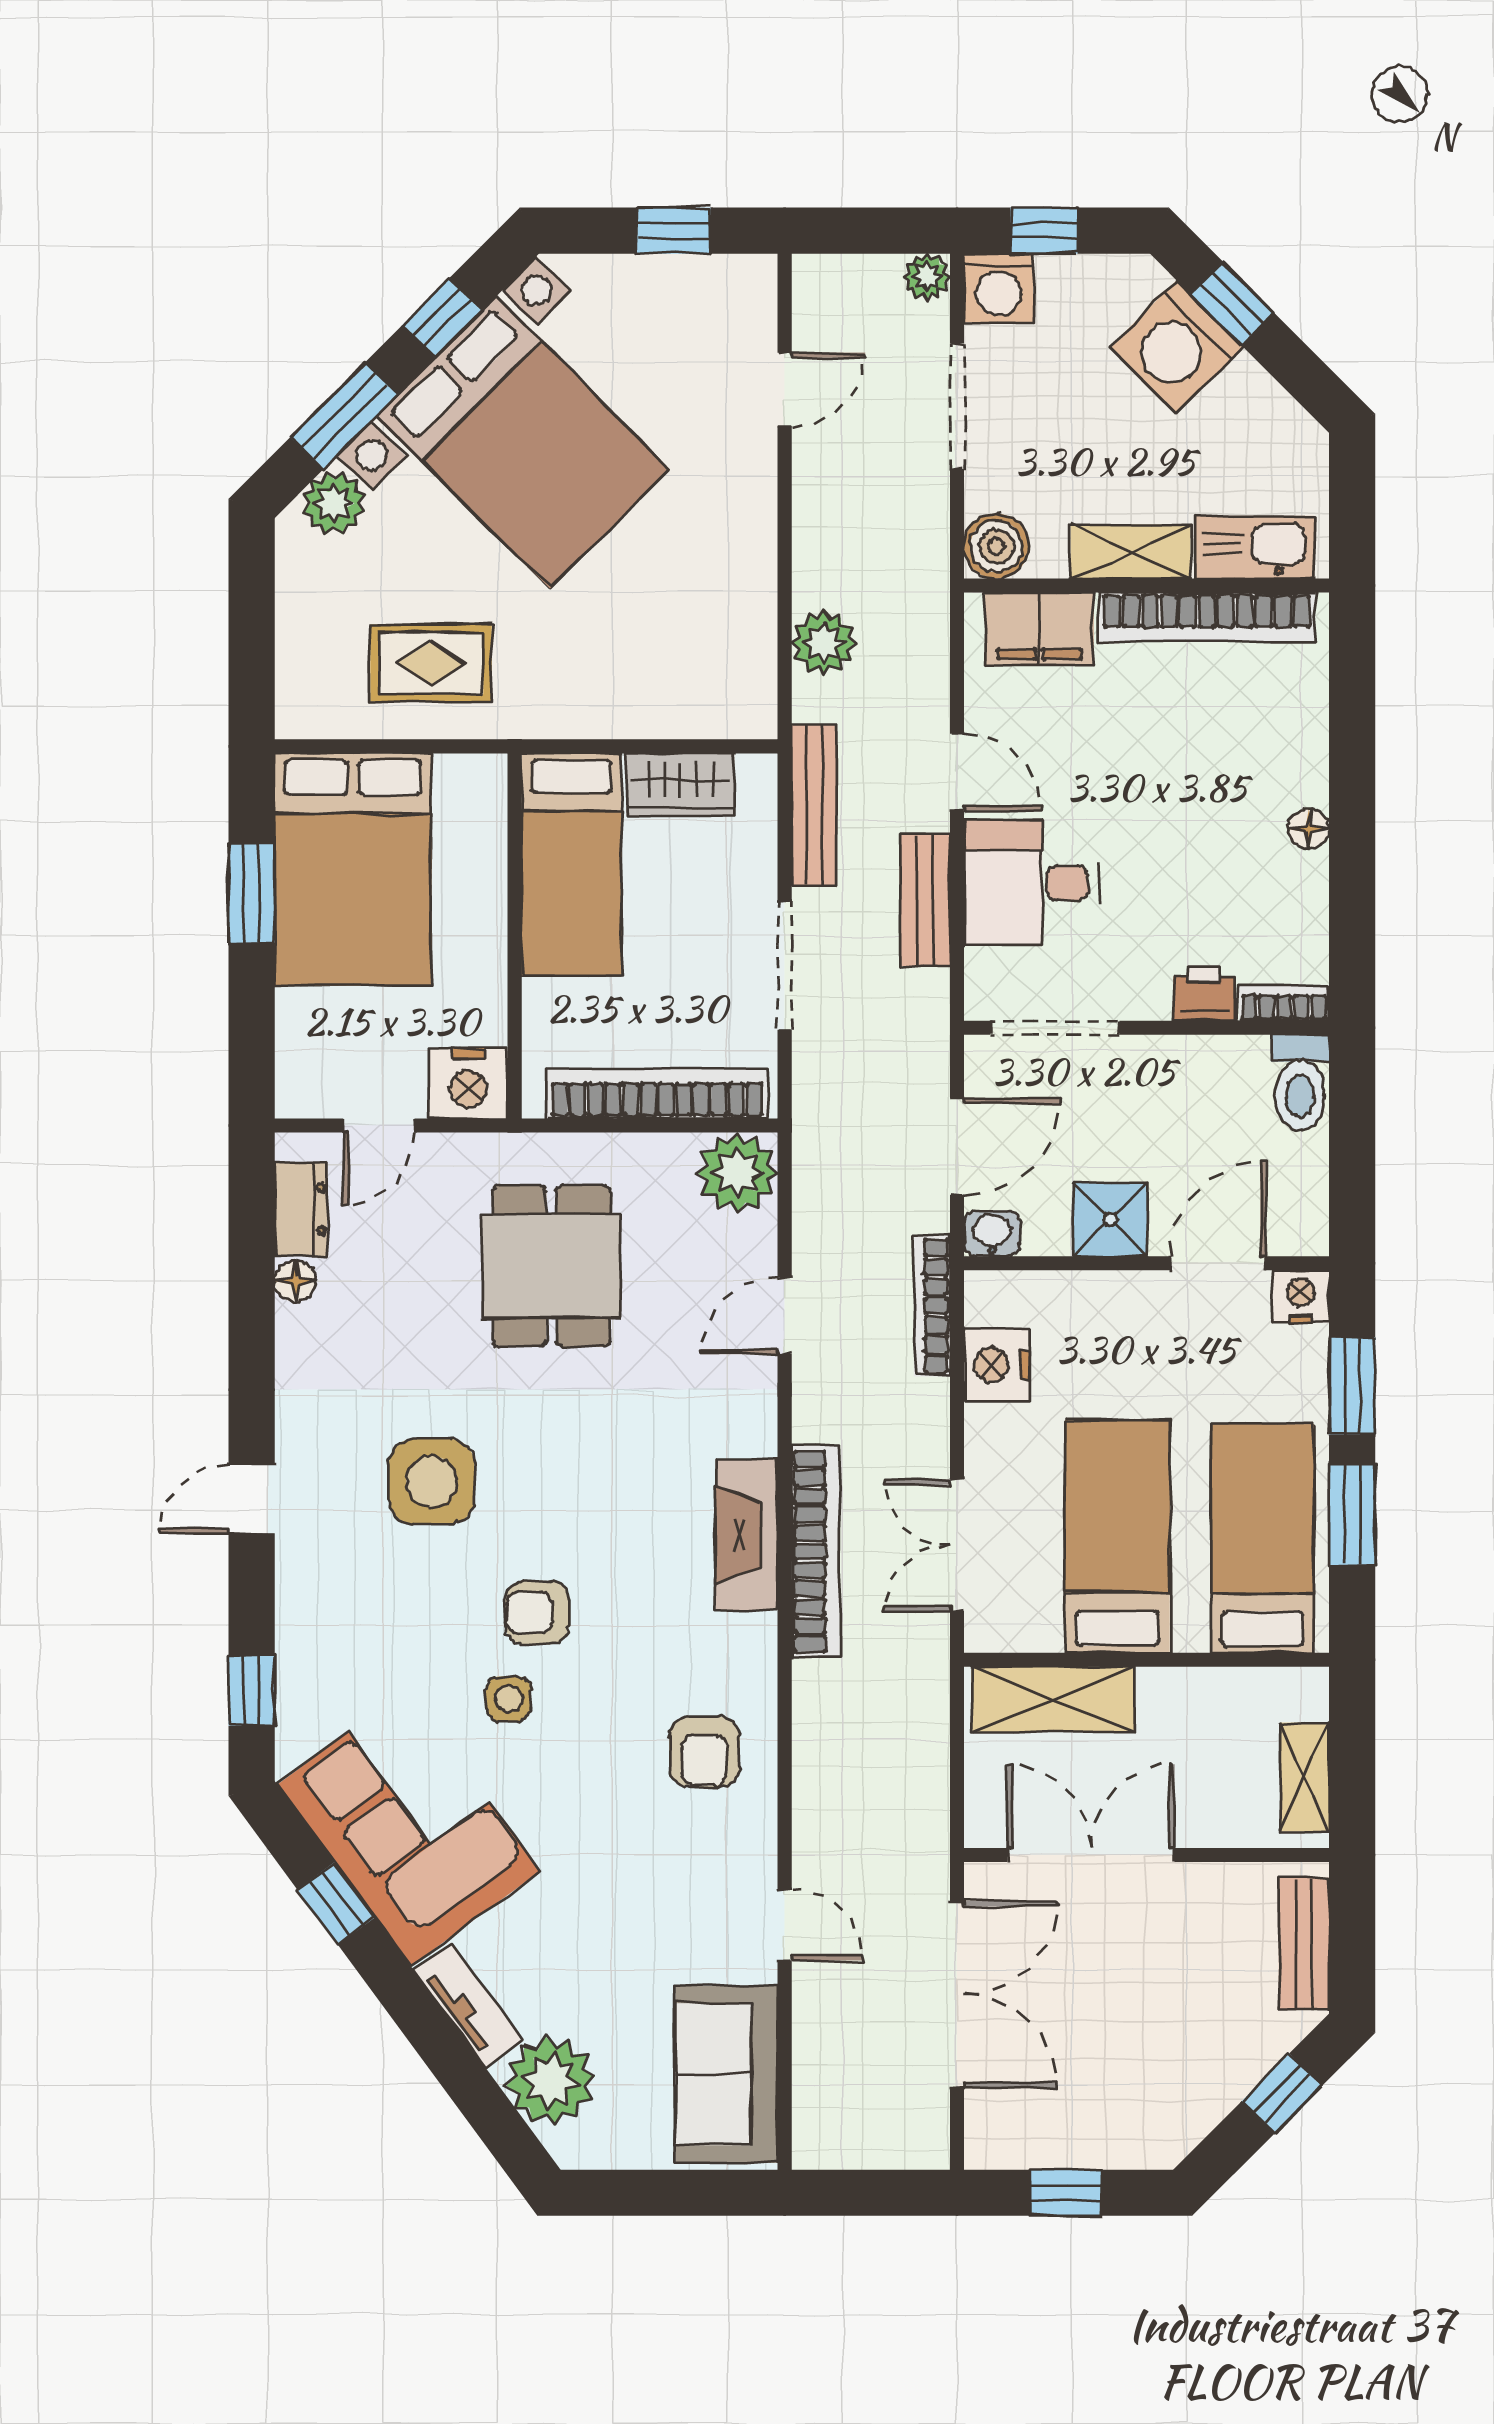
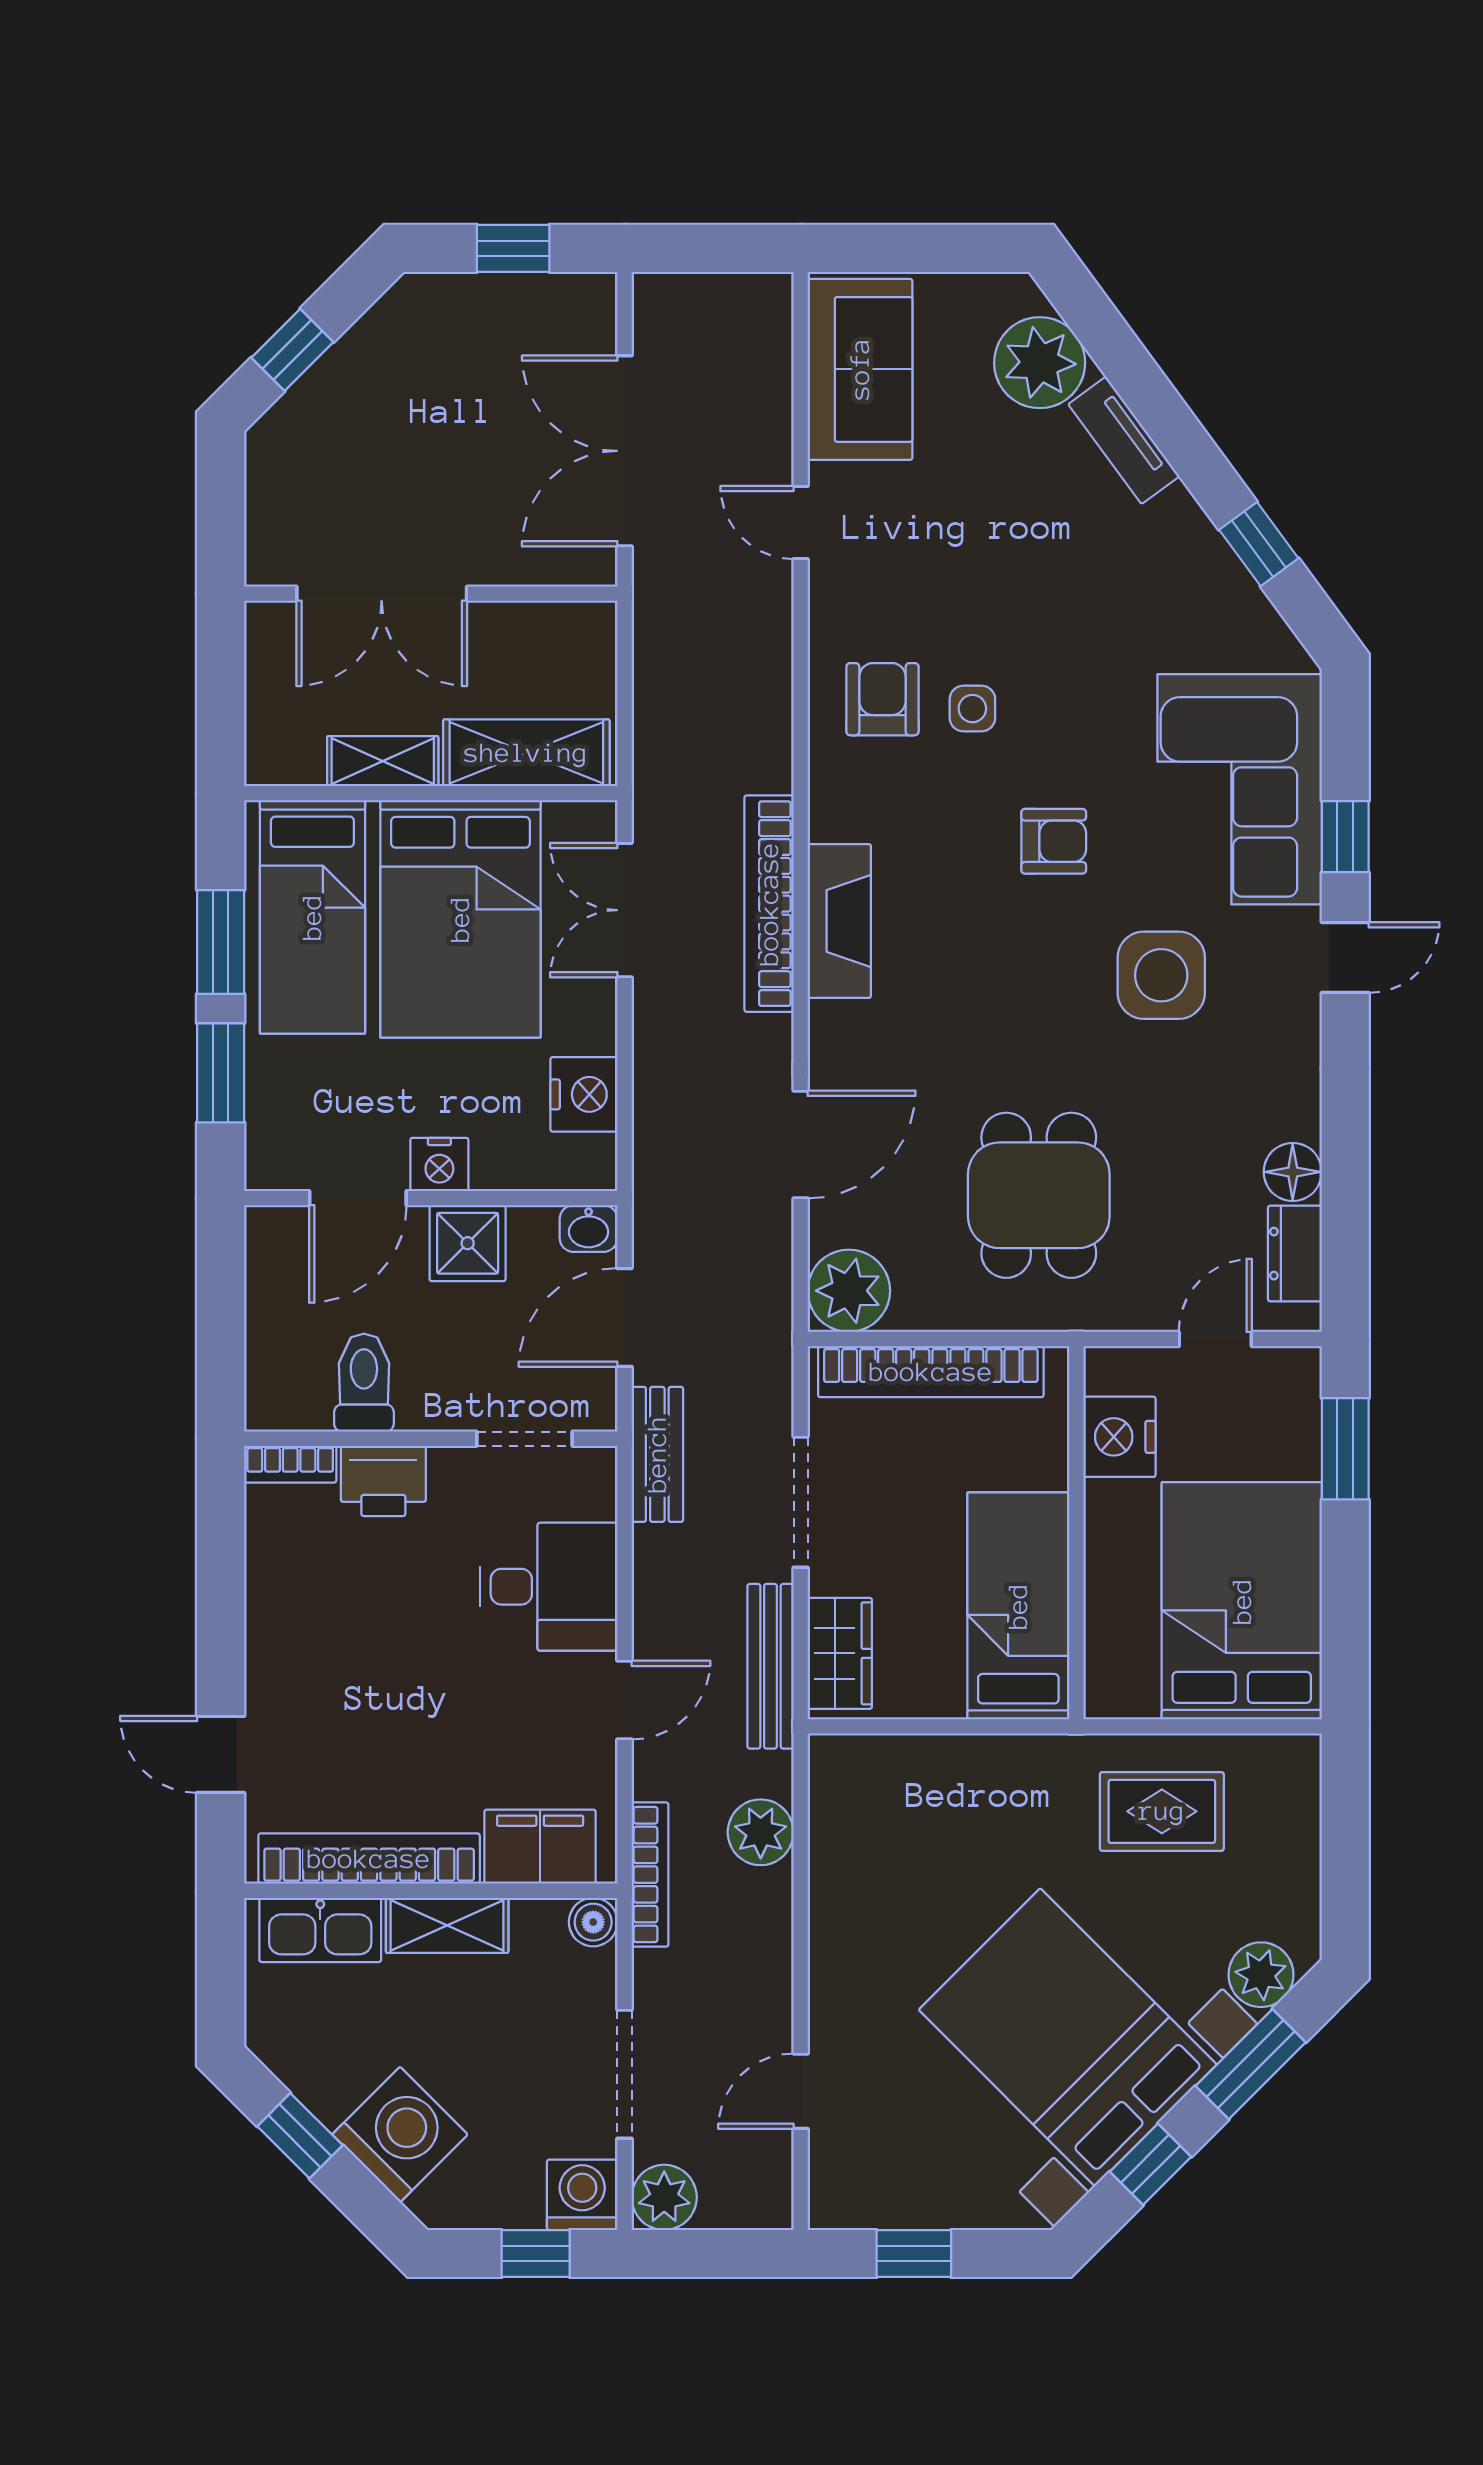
plant: (927, 277) -> (664, 2197), width x1.38, depth x1.38
window: (1232, 303) -> (300, 2136), moved
boiler: (996, 546) -> (593, 1922), width x0.73, depth x0.73
door: (1352, 719) -> (221, 1754), added
door: (957, 772) -> (624, 1700), swing flipped
wardrobe: (680, 785) -> (840, 1653), moved, turned 90
floor lamp: (1309, 829) -> (265, 1642), removed
window: (252, 893) -> (1345, 1449), moved
bench: (925, 900) -> (657, 1454), moved
printer: (1204, 993) -> (383, 1481), width x1.36, depth x1.24
doorway: (1055, 1028) -> (524, 1439), width x0.73
nightstand: (468, 1083) -> (1120, 1437), moved, turned -90
toilet: (1300, 1083) -> (364, 1383), moved
floor lamp: (295, 1281) -> (1293, 1172), width x1.37, depth x1.37
nightstand: (1301, 1296) -> (439, 1164), moved
bookcase: (932, 1306) -> (650, 1875), moved
door: (785, 1316) -> (801, 1145), width x1.38
bed: (1117, 1537) -> (460, 919), width x1.50
double door: (957, 1545) -> (624, 910), swing flipped
window: (252, 1691) -> (1345, 837), moved
side table: (508, 1699) -> (972, 709), moved
shelving: (1305, 1777) -> (383, 761), moved, turned 90
corner sofa: (409, 1828) -> (1240, 789), moved, turned 36
double door: (1091, 1855) -> (382, 594), moved
bench: (1304, 1944) -> (270, 503), removed

